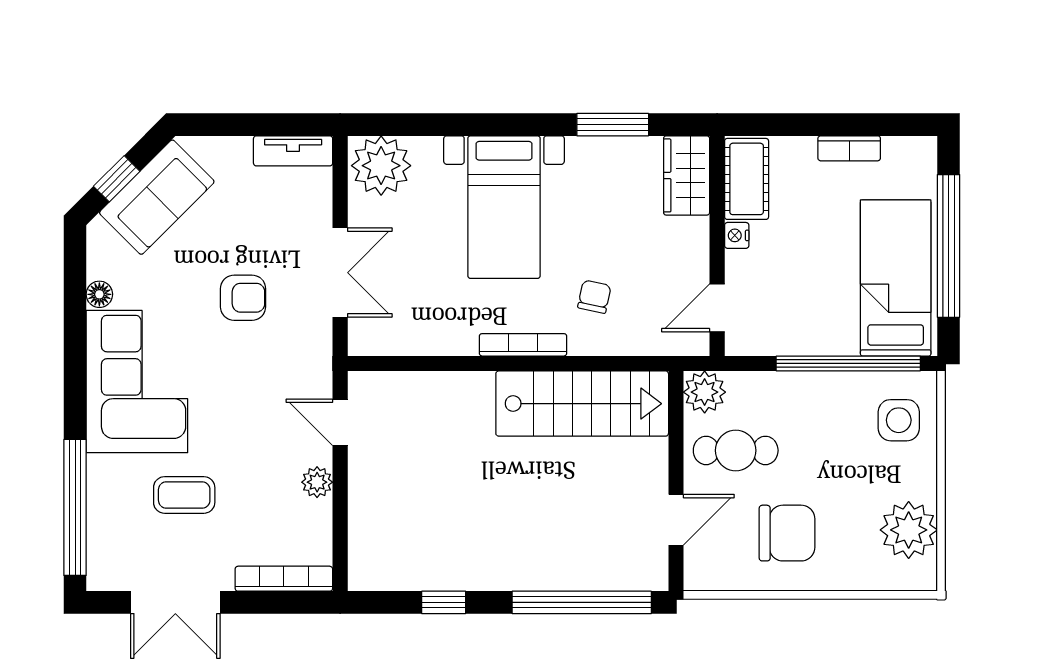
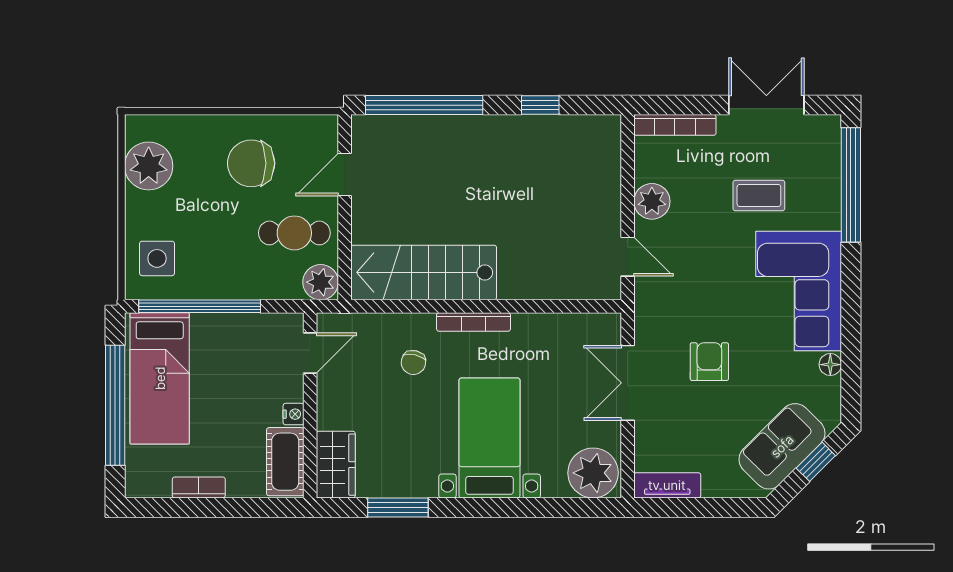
armchair: (243, 298) -> (709, 362), turned 90
plant: (317, 482) -> (652, 201), width x1.38, depth x1.38

